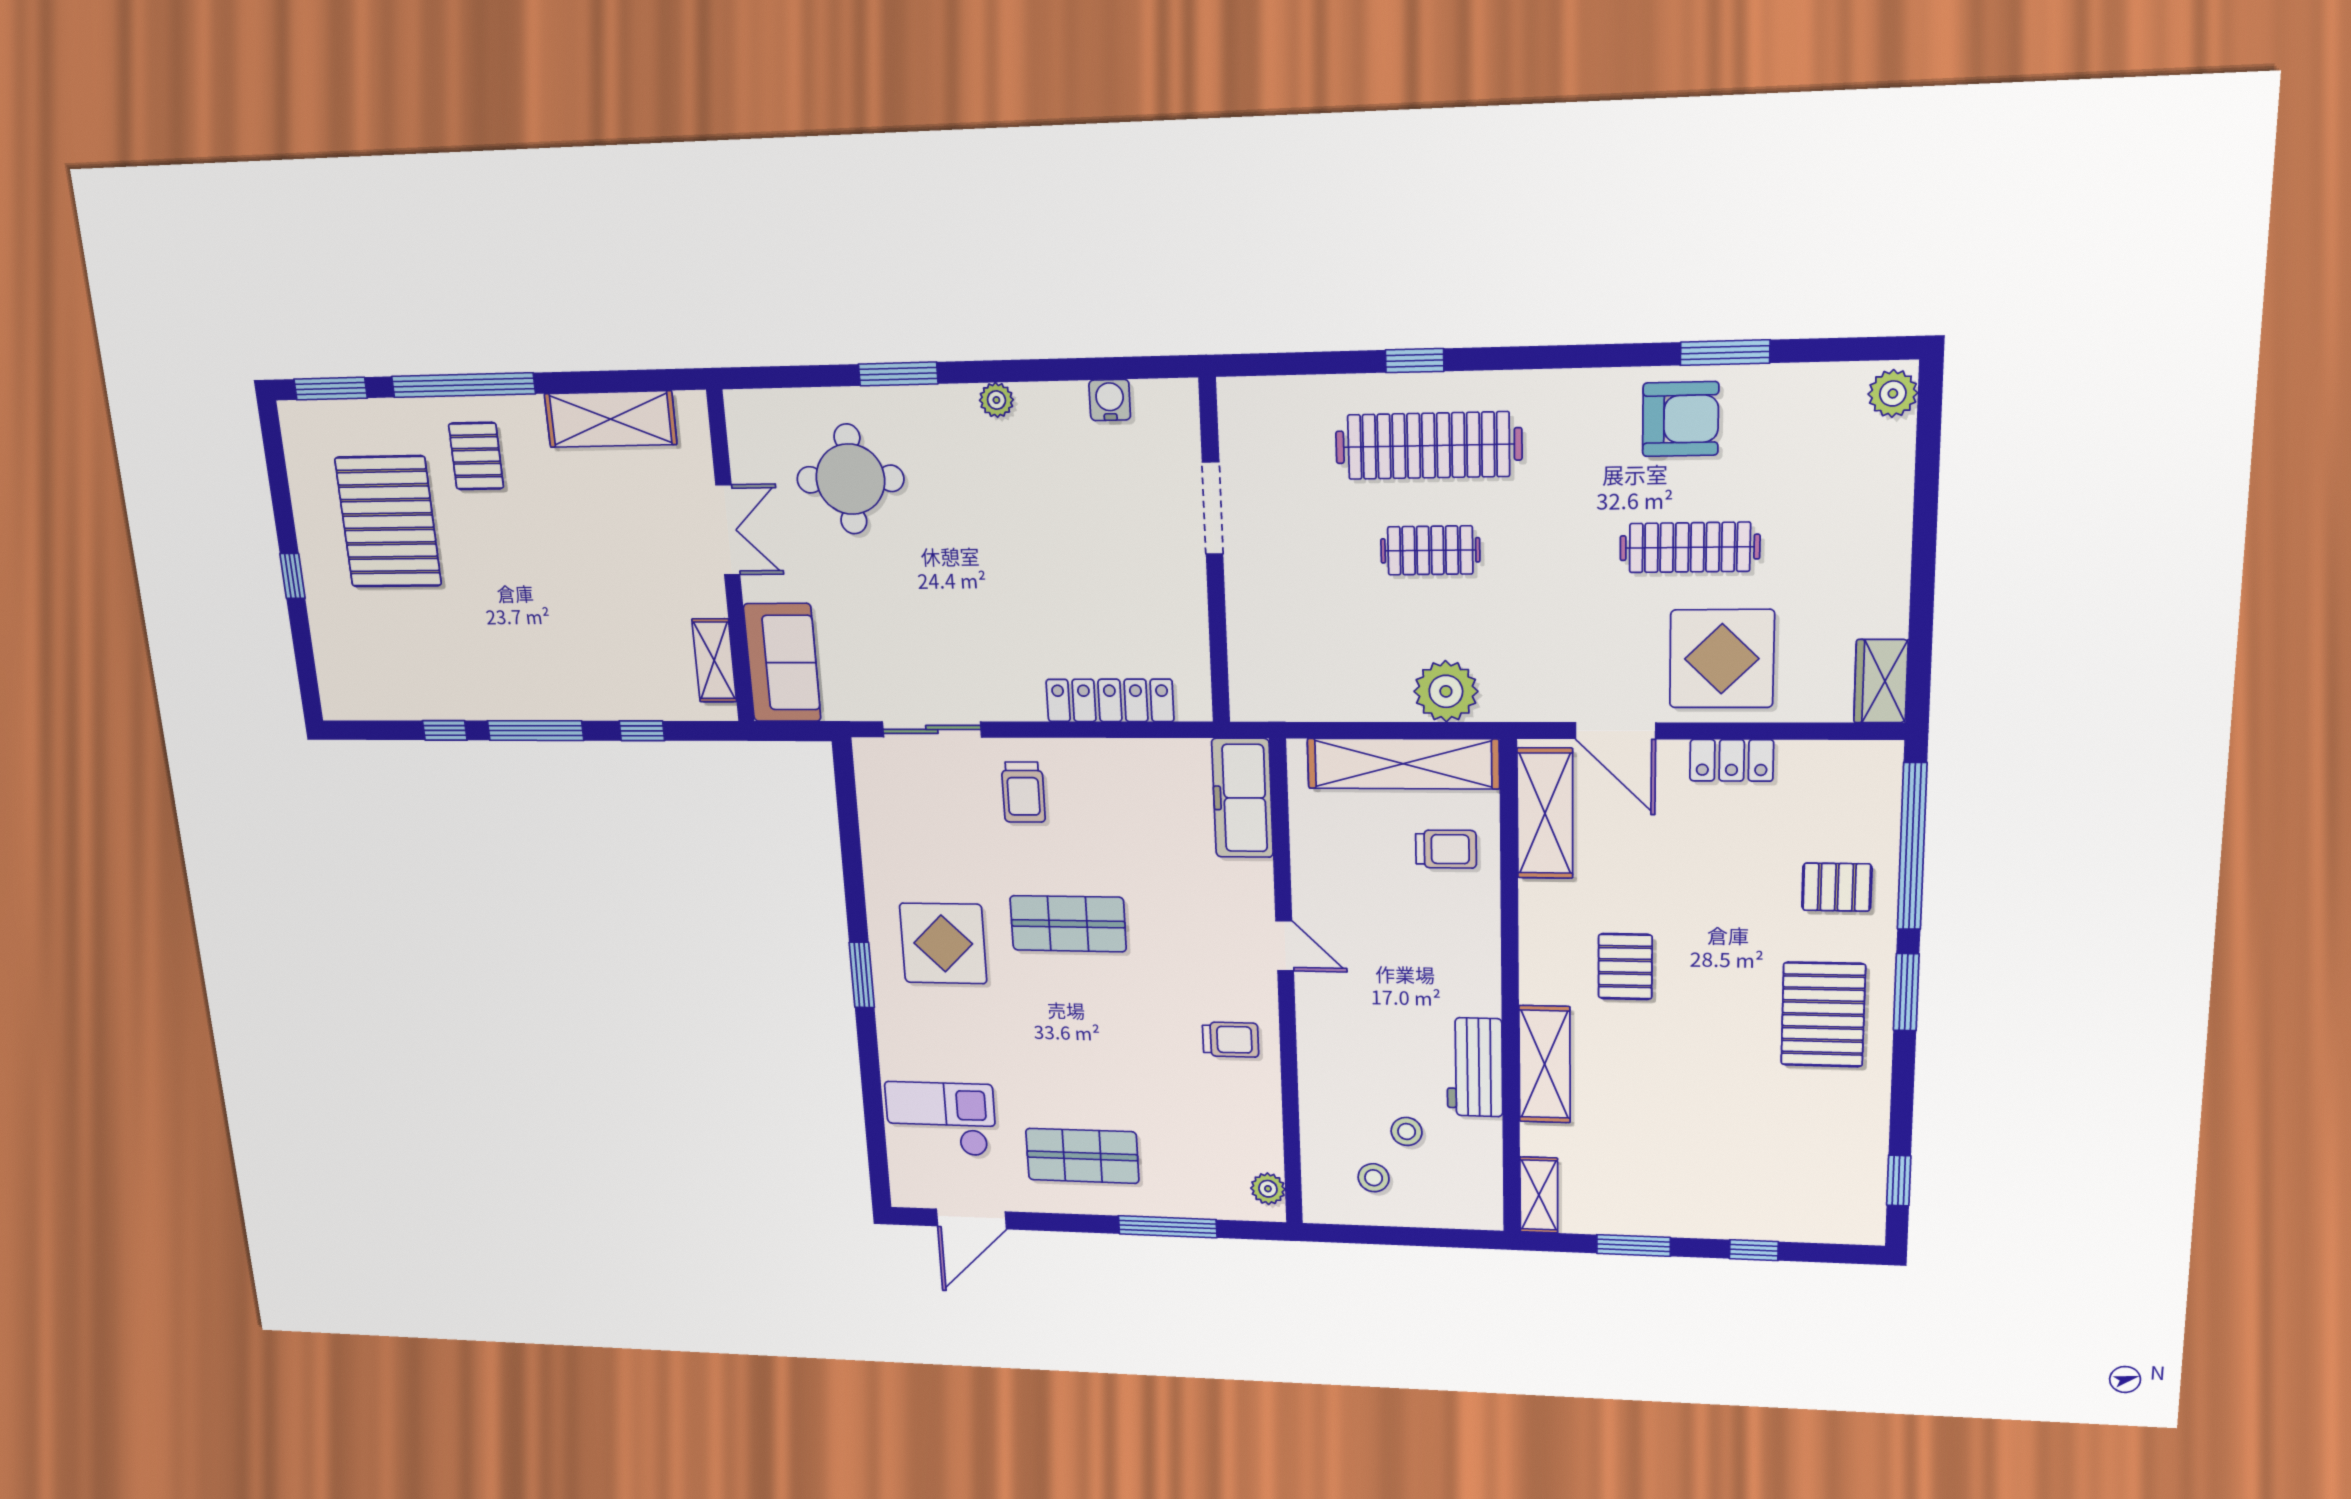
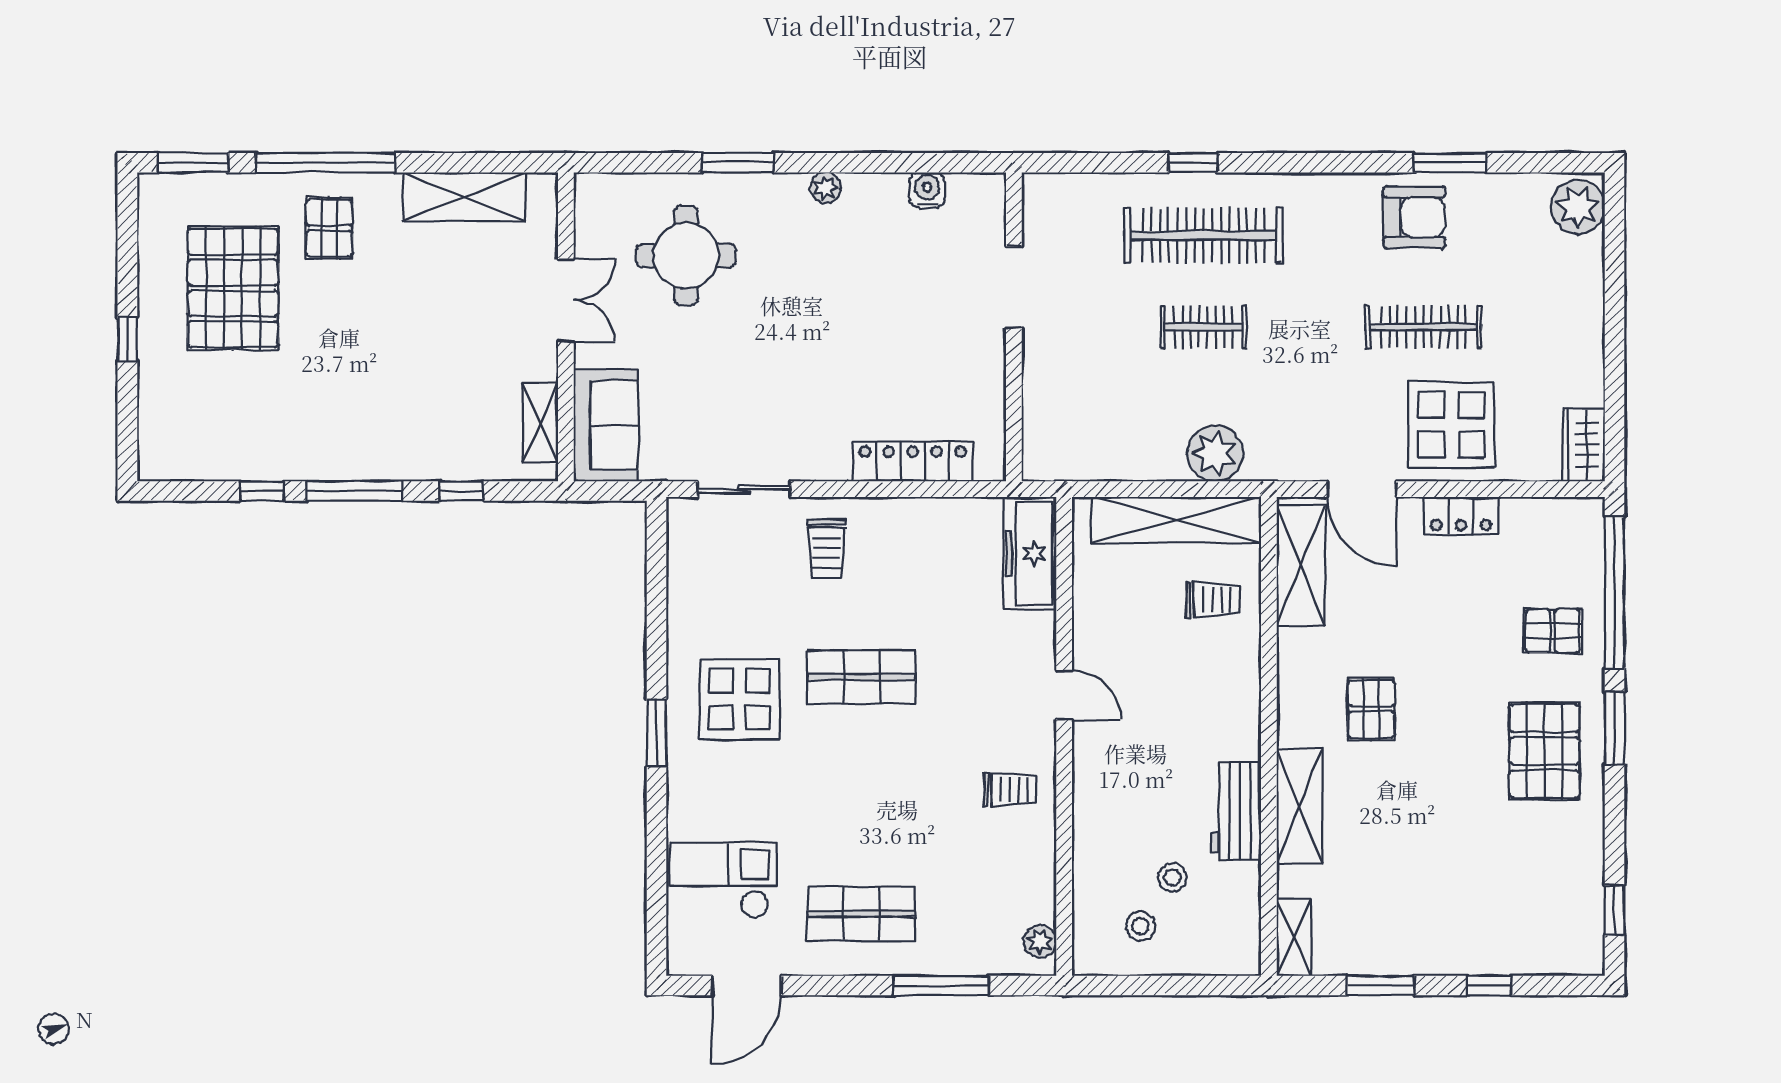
plant: (1893, 393) -> (1578, 207), width x1.36, depth x1.36

